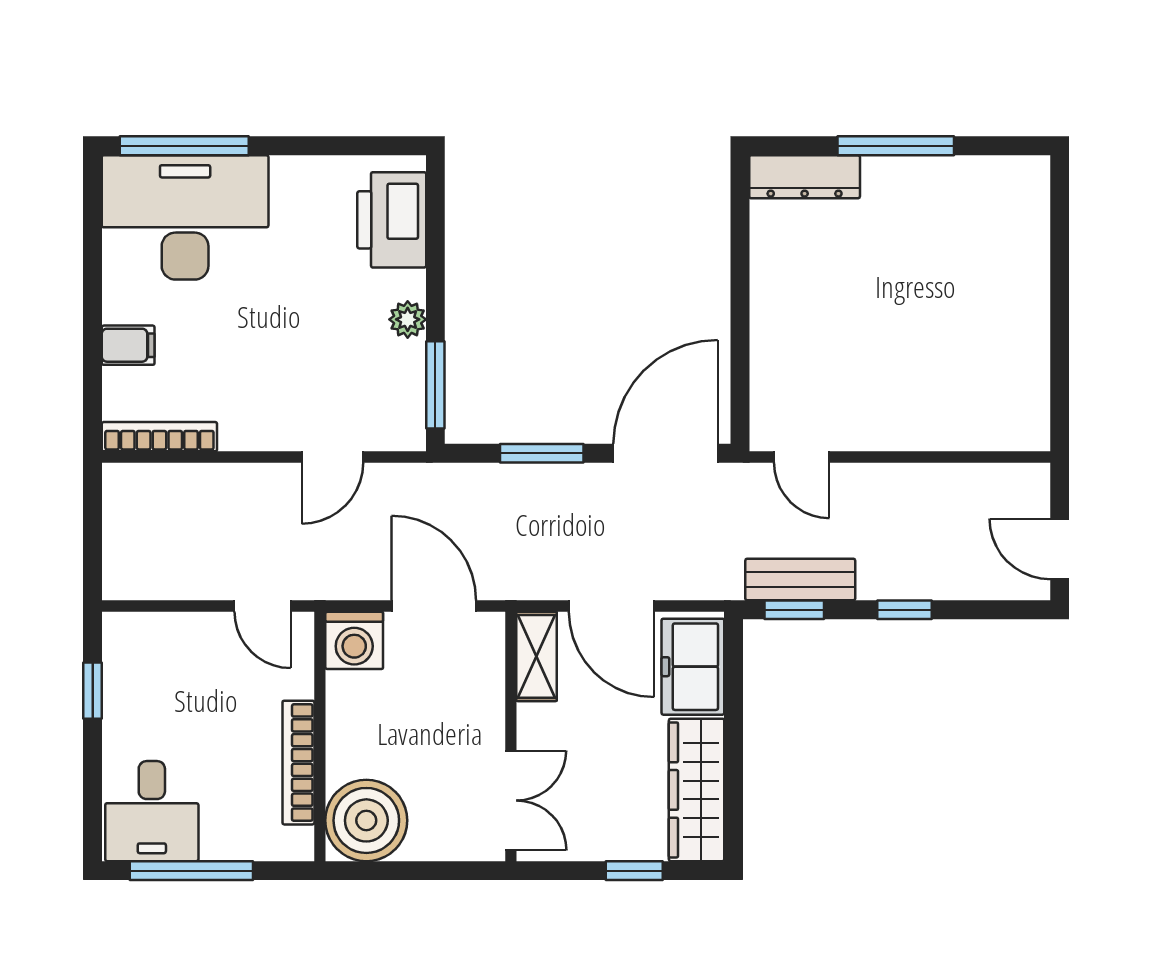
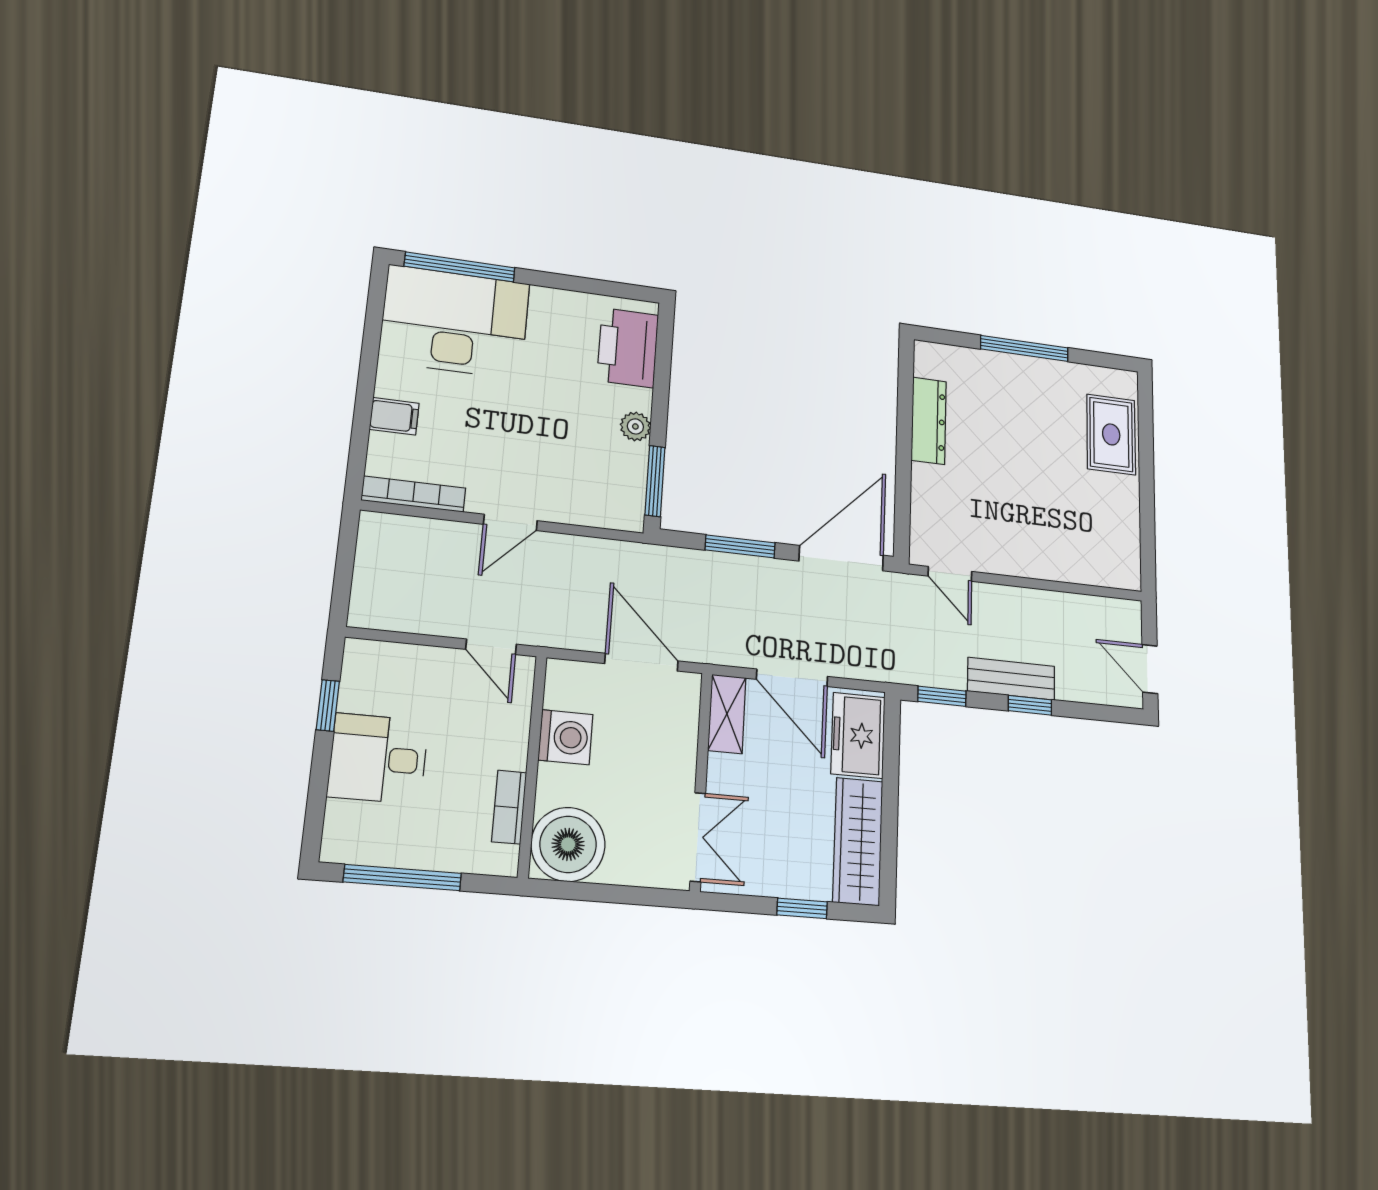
dresser: (805, 177) -> (929, 421), moved, turned -90
rug: (1012, 247) -> (1111, 434), added
door: (332, 457) -> (510, 522), moved
bench: (800, 580) -> (1011, 679), moved
washing machine: (354, 640) -> (566, 737), moved, turned -90
bookcase: (298, 763) -> (509, 807), width x0.64
desk: (152, 811) -> (378, 759), moved, turned 90

